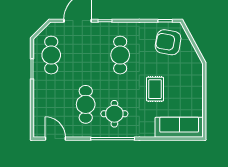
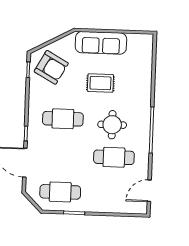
armchair: (168, 42) -> (51, 67), turned -71
round table: (114, 114) -> (112, 125), moved
sofa: (179, 127) -> (101, 43), moved, turned -90

